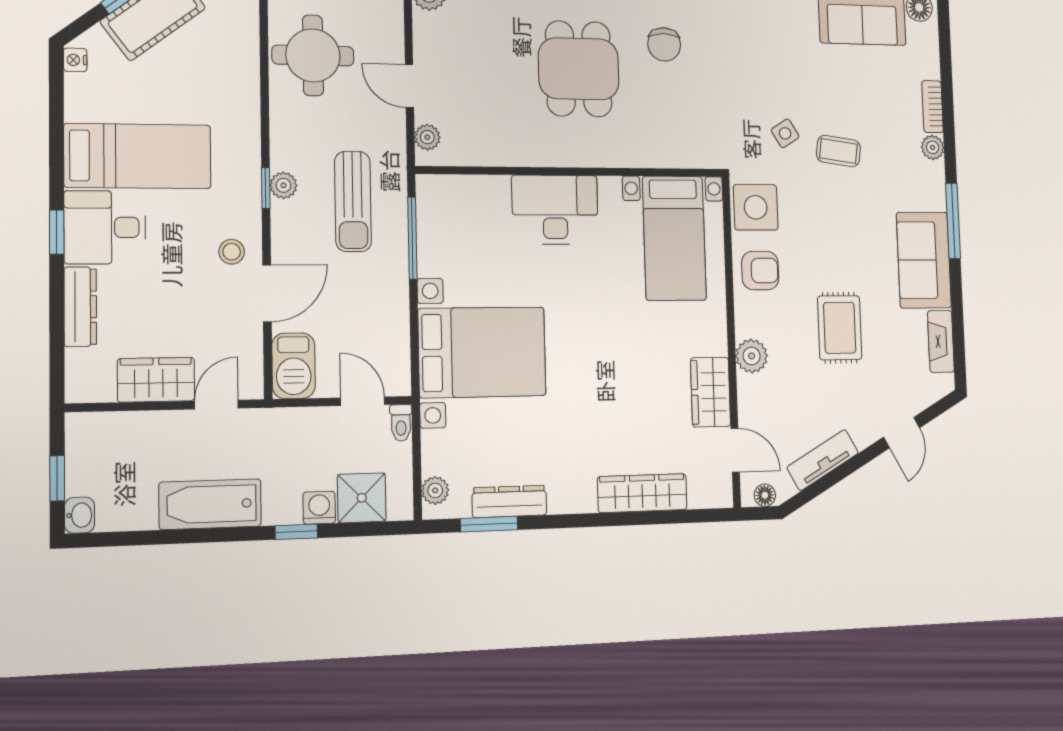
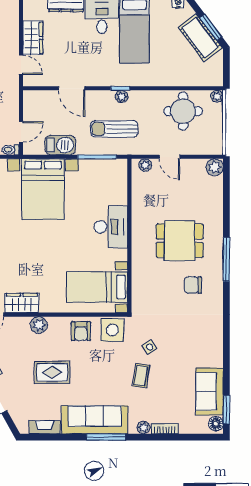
door: (409, 86) -> (169, 157), swing flipped
stool: (232, 252) -> (91, 72), removed
sofa: (924, 260) -> (95, 420), width x1.36
barbecue: (294, 366) -> (60, 145), moved, turned 180

